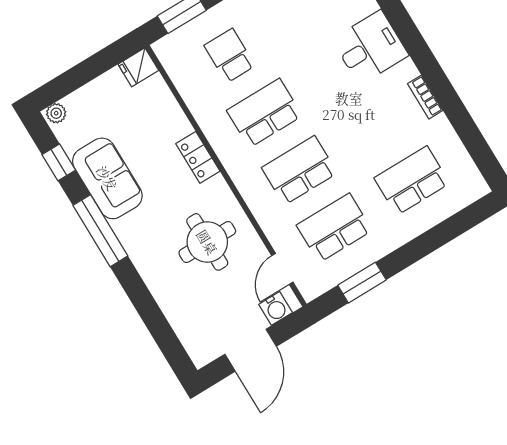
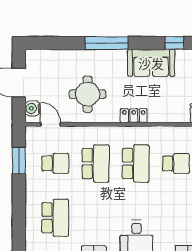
school desk: (334, 228) -> (55, 163), width x0.54
window: (100, 231) -> (106, 43), moved

